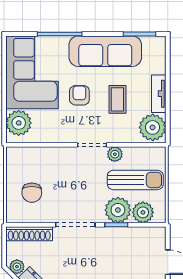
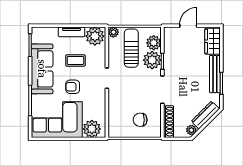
plant: (115, 154) -> (113, 32), moved
chair: (32, 193) -> (140, 120), turned 180

